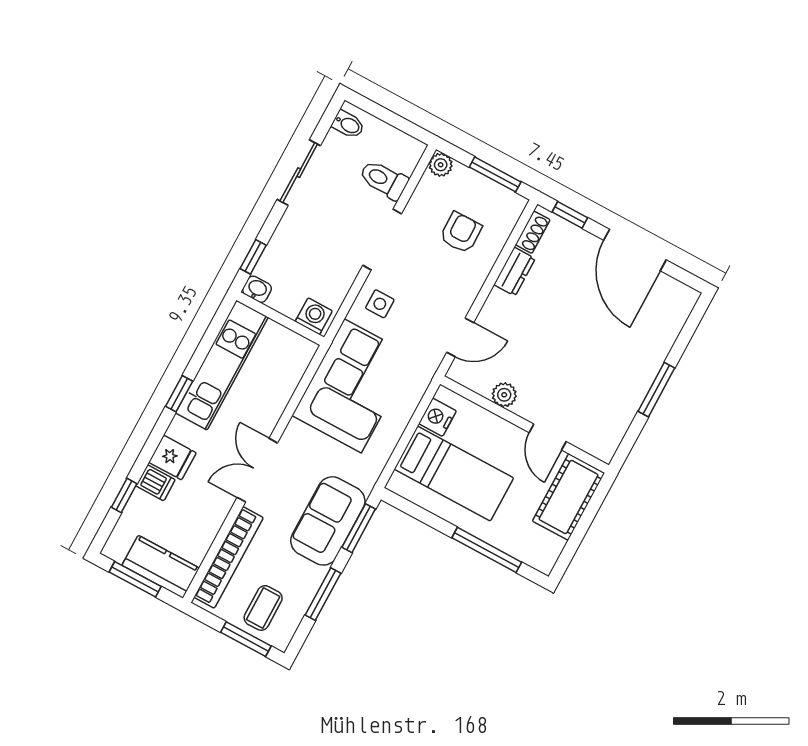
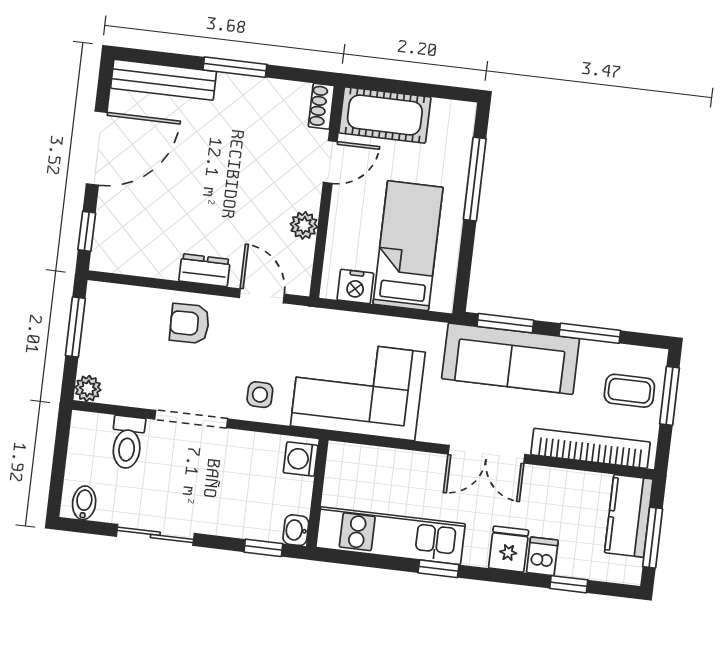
shoe rack: (533, 232) -> (321, 106), moved, turned -90
armchair: (461, 233) -> (190, 323), moved
dresser: (515, 272) -> (204, 270), moved
bench: (669, 327) -> (164, 80), added
sofa: (328, 521) -> (511, 359), width x1.36

